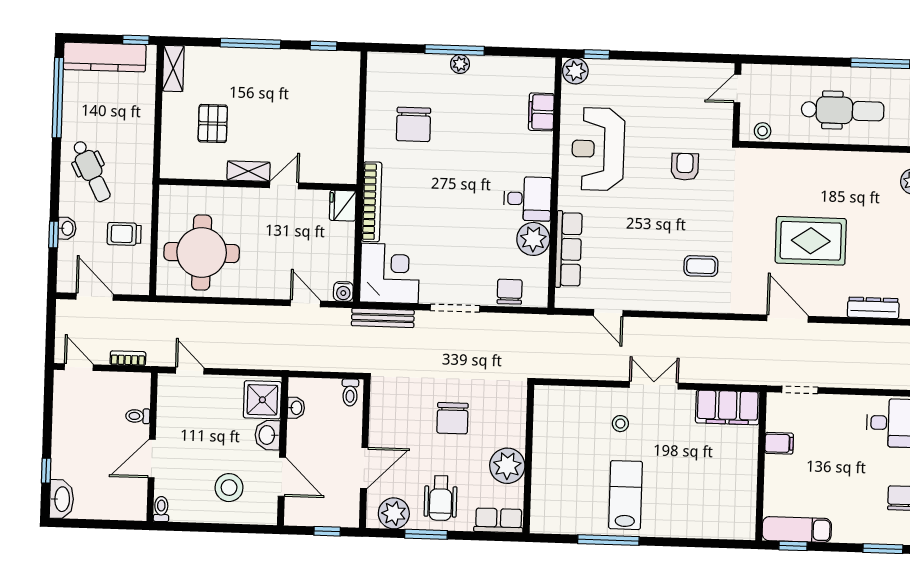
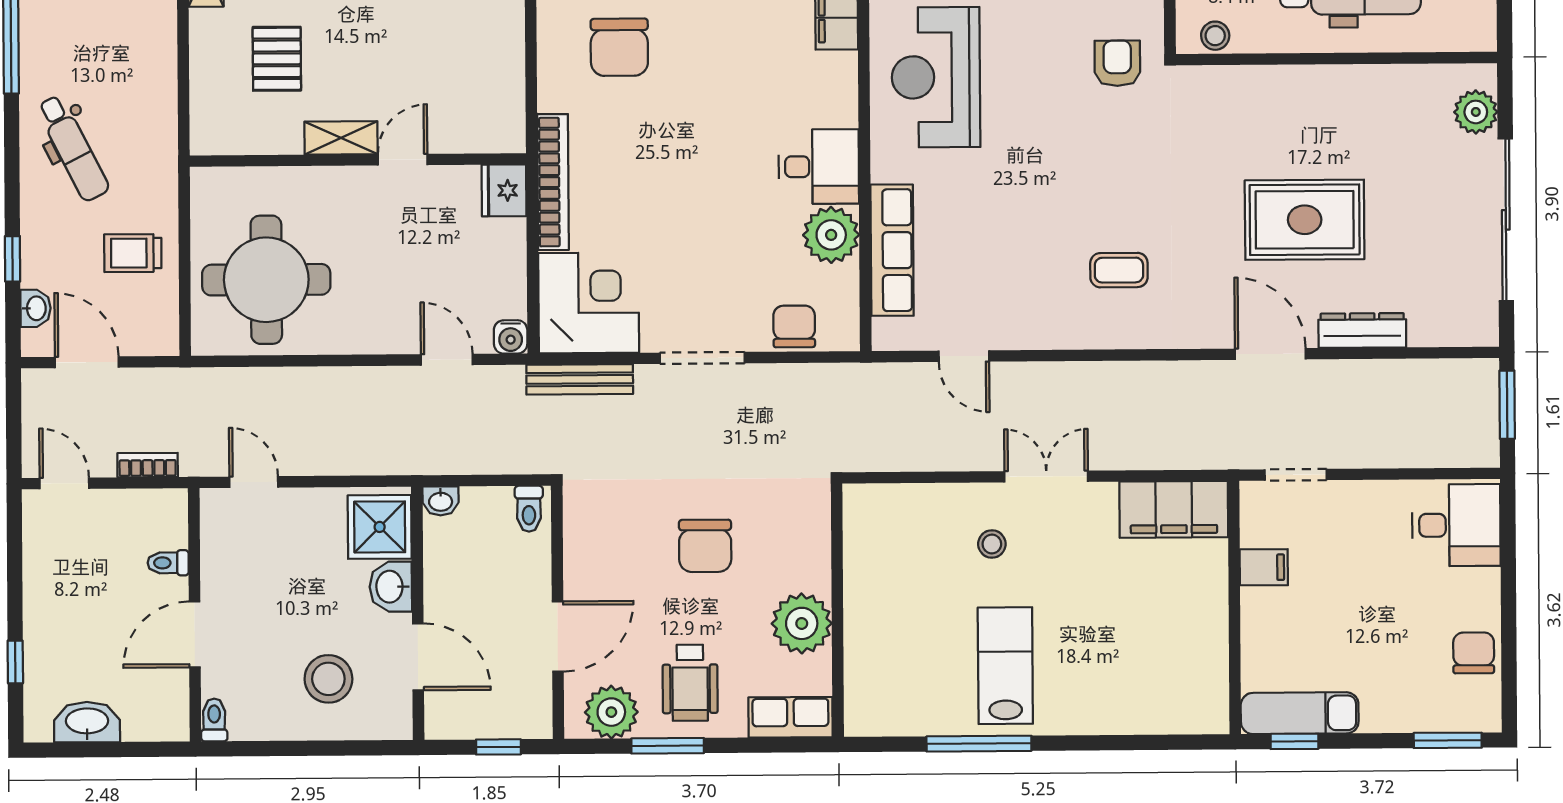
armchair: (685, 167) -> (1117, 63), moved
washbasin: (67, 228) -> (35, 308), moved
dresser: (873, 308) -> (1362, 330), moved
washbasin: (296, 408) -> (441, 501), moved, turned 90
washbasin: (61, 499) -> (87, 722), moved, turned -90

